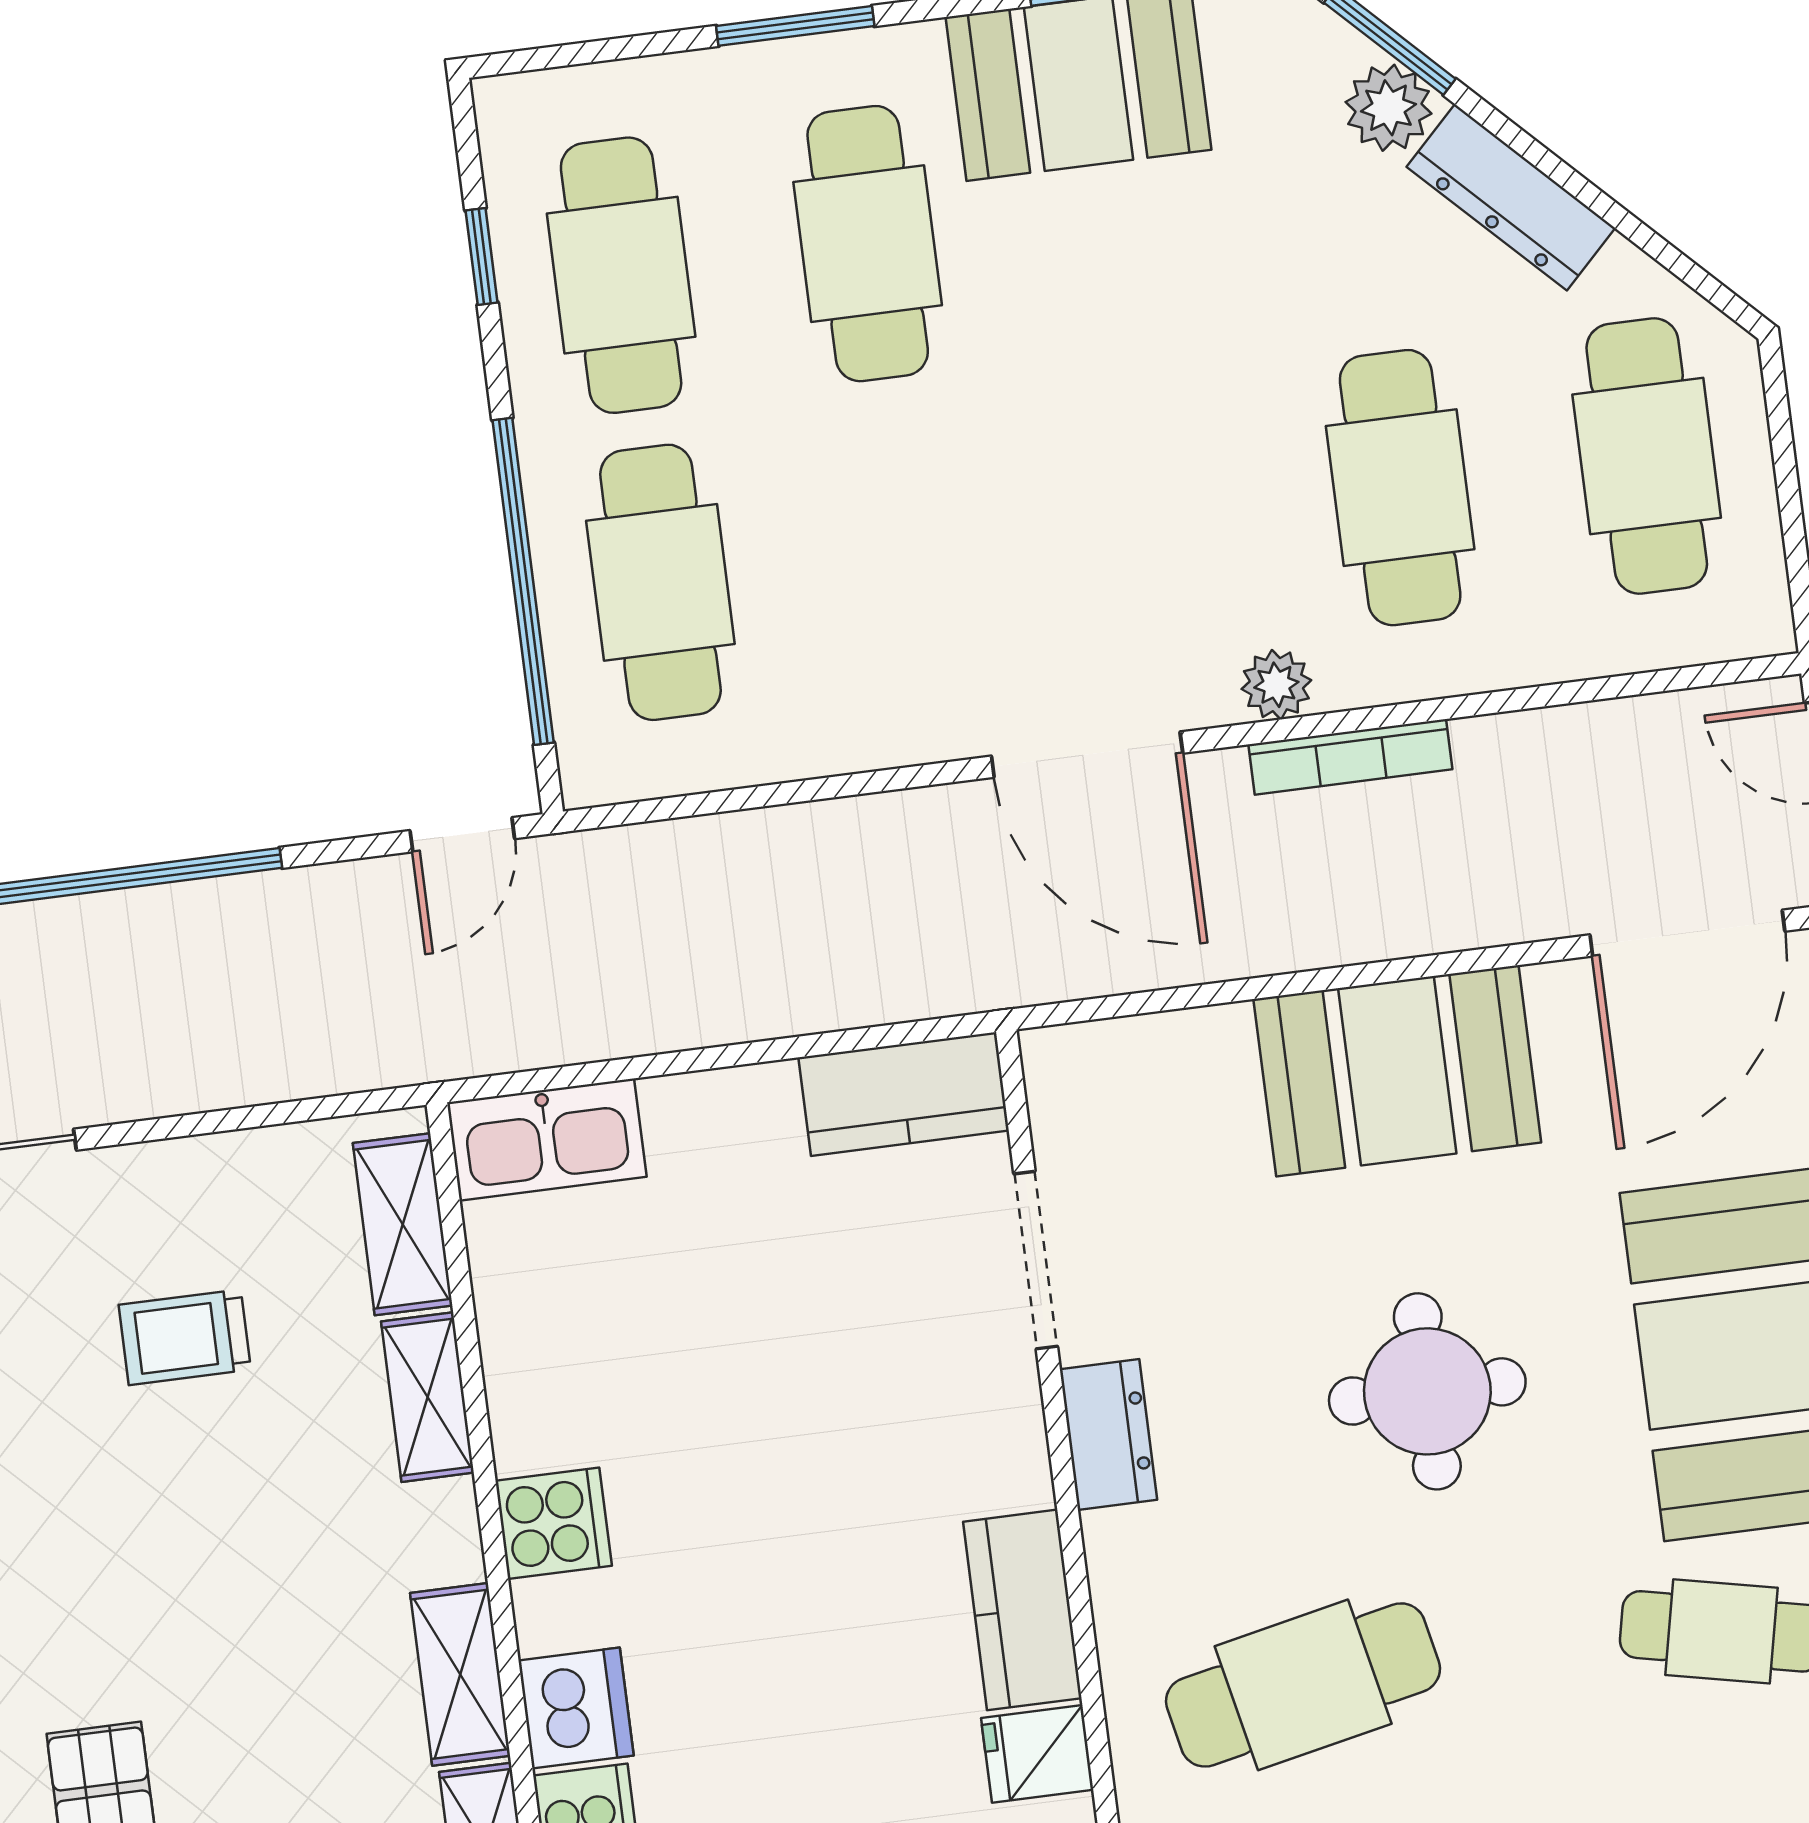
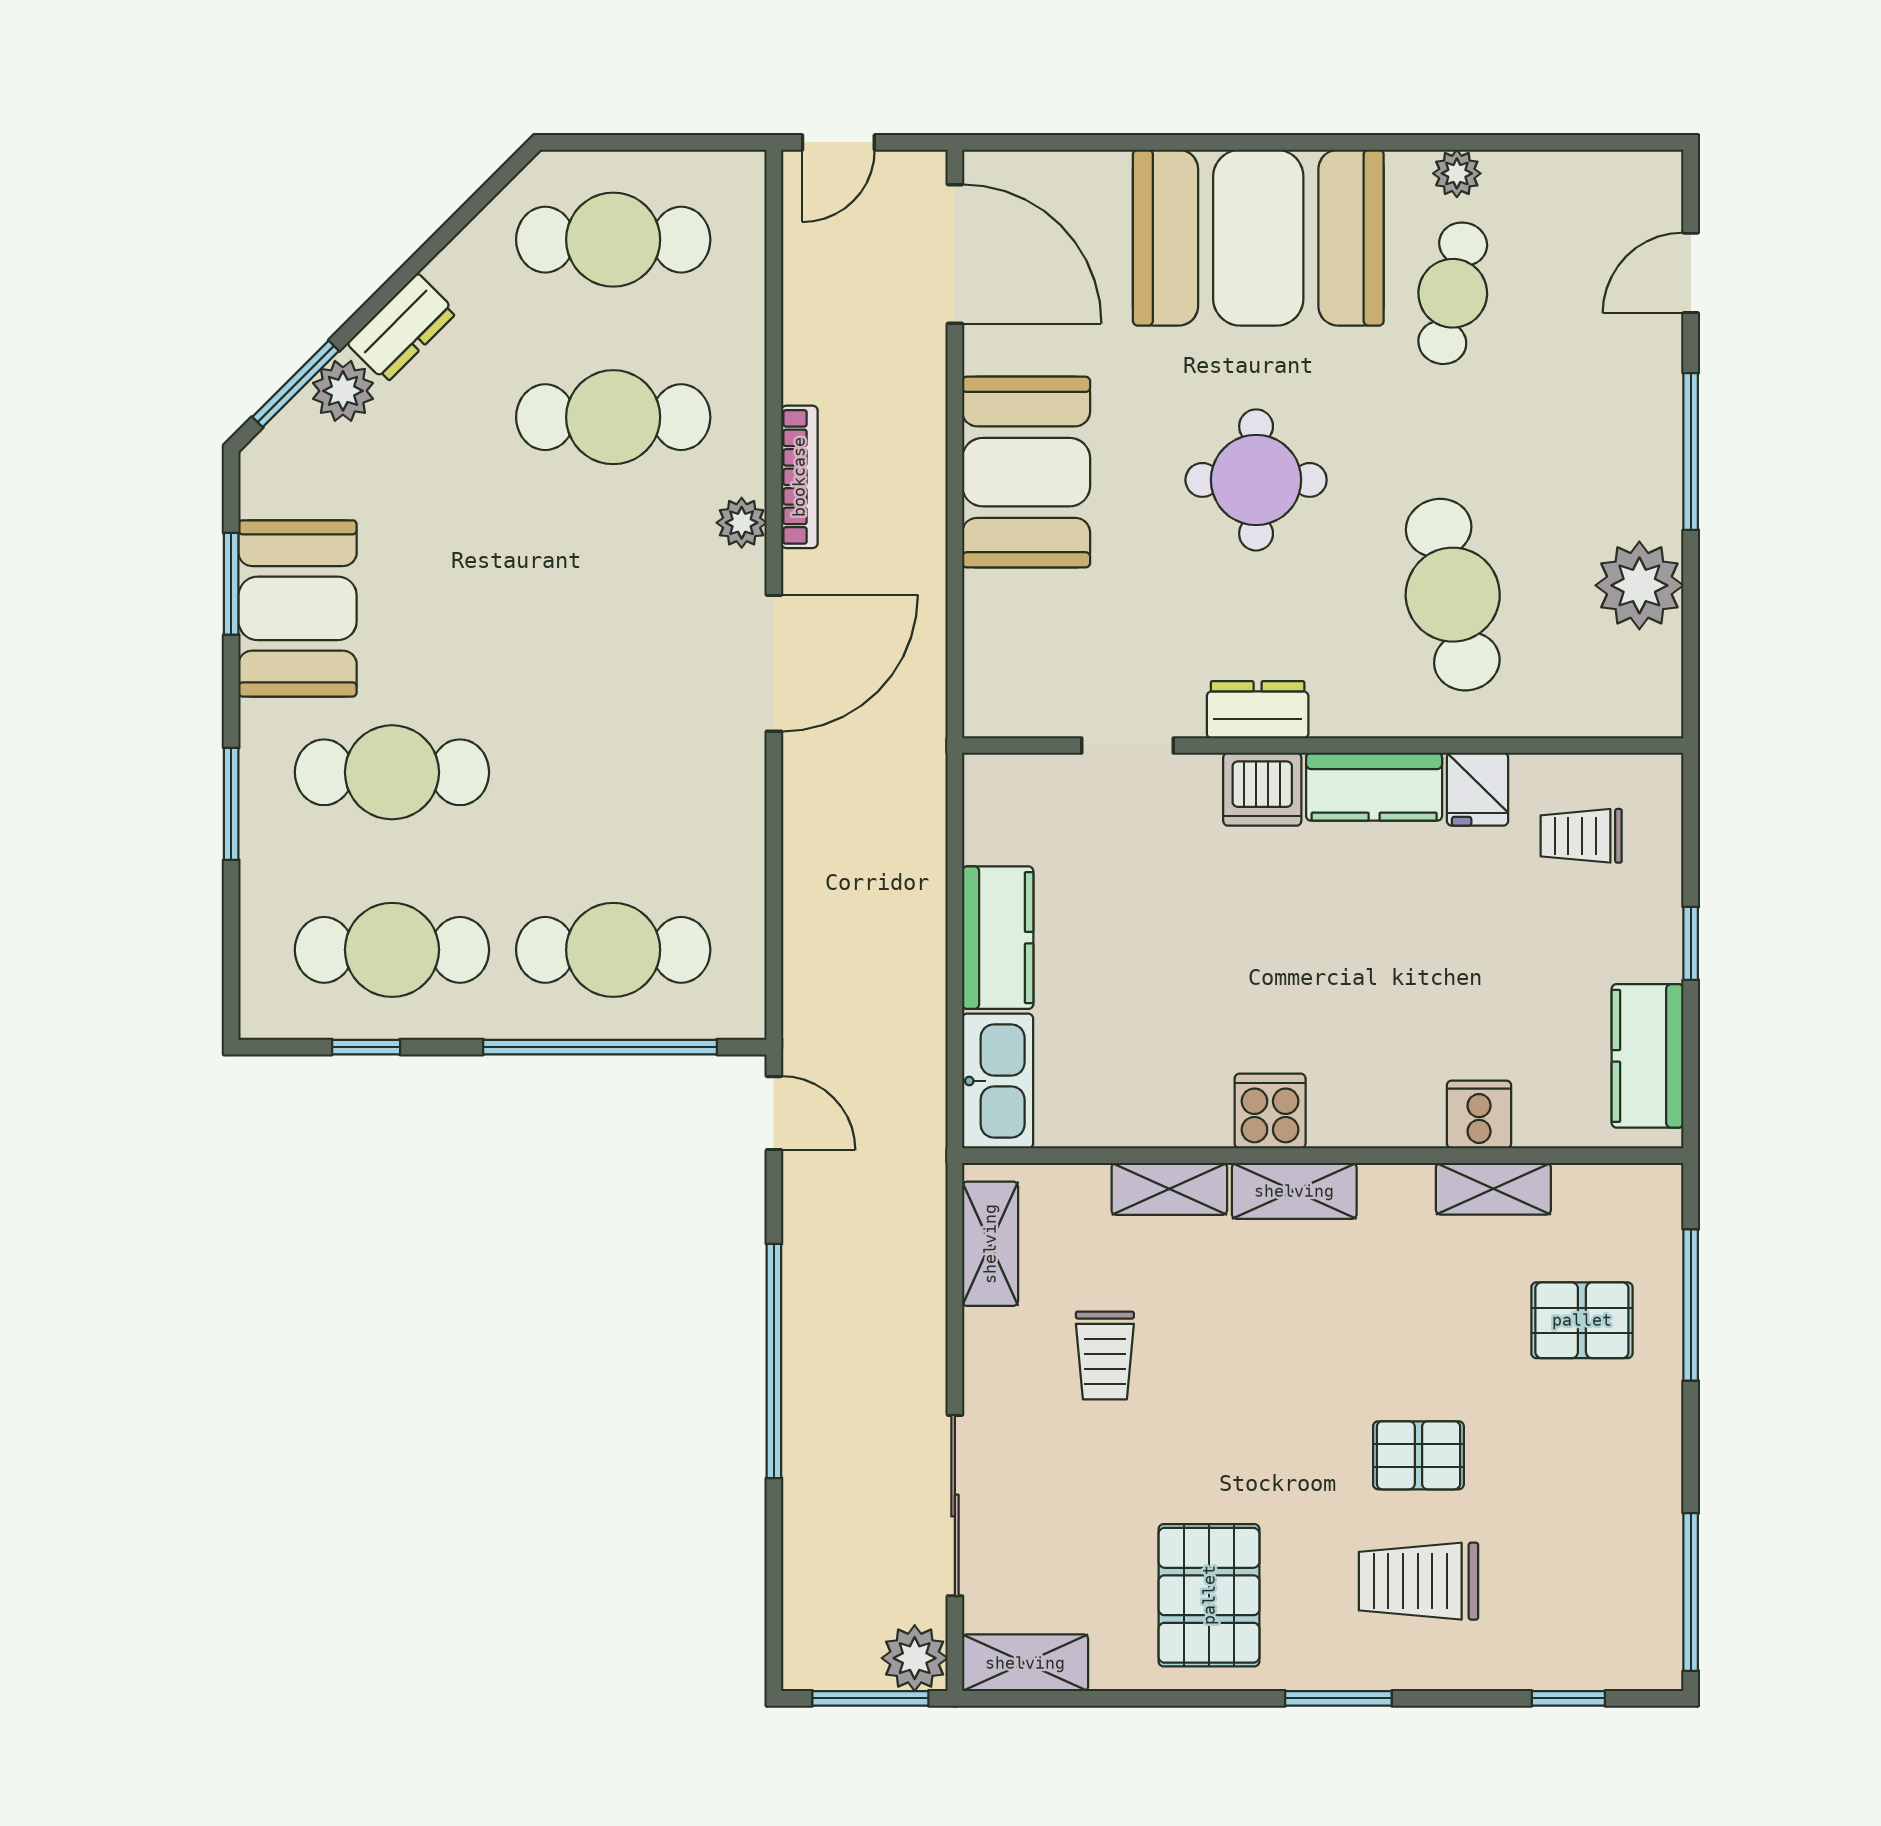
dresser: (1511, 197) -> (402, 328), width x0.70
kitchen counter: (904, 1094) -> (998, 938), moved
shelving: (403, 1224) -> (990, 1244), moved, turned 90
doorway: (1036, 1260) -> (1127, 745), width x0.73
shelving: (460, 1674) -> (1294, 1191), moved
dishwasher: (576, 1708) -> (1262, 789), moved, turned 180

